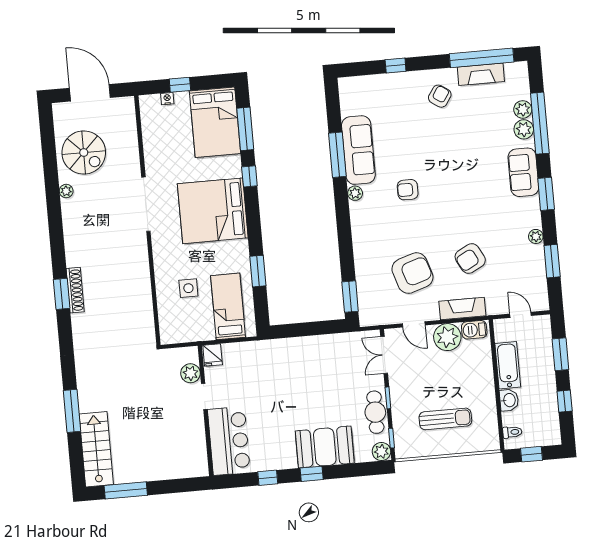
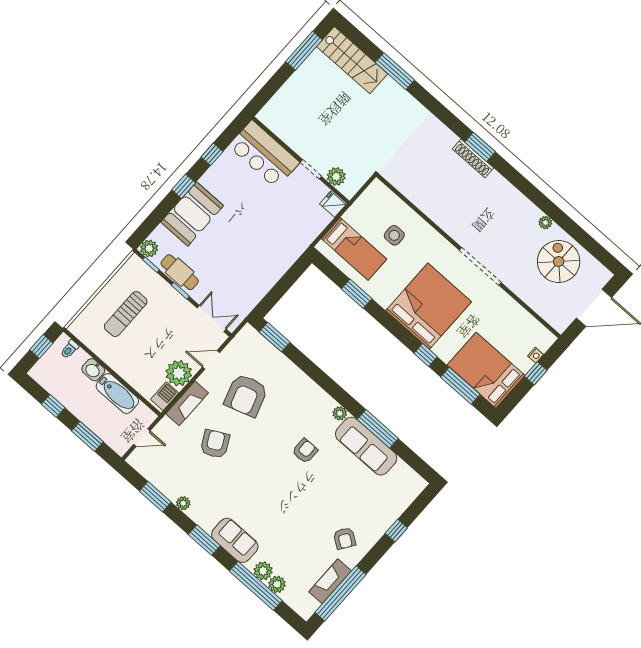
spiral stairs: (84, 152) -> (559, 262), turned 90

